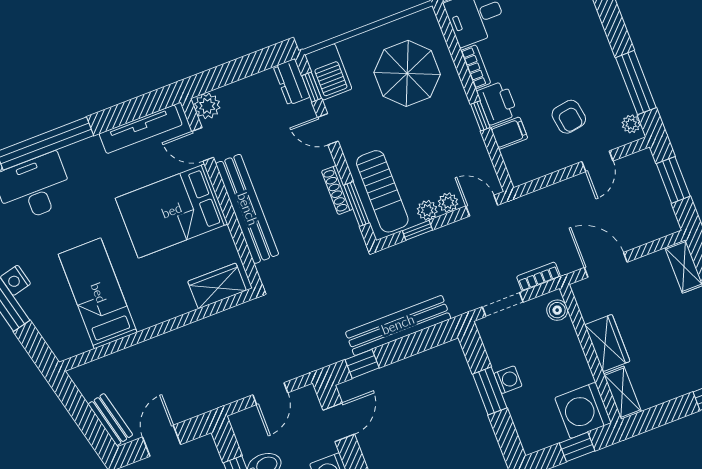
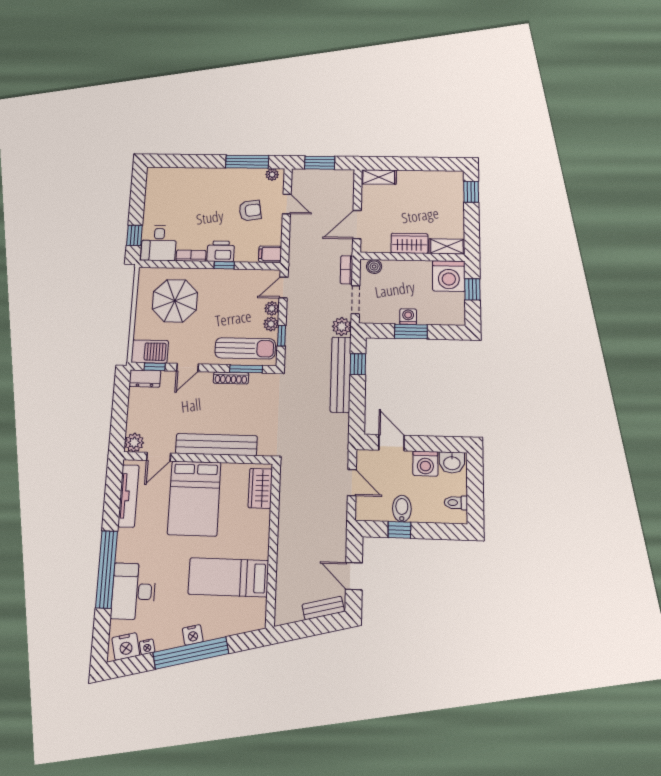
filing cabinet: (509, 133) -> (270, 254), moved, turned -90
plant: (461, 301) -> (342, 326), added
window: (362, 364) -> (358, 364), moved

